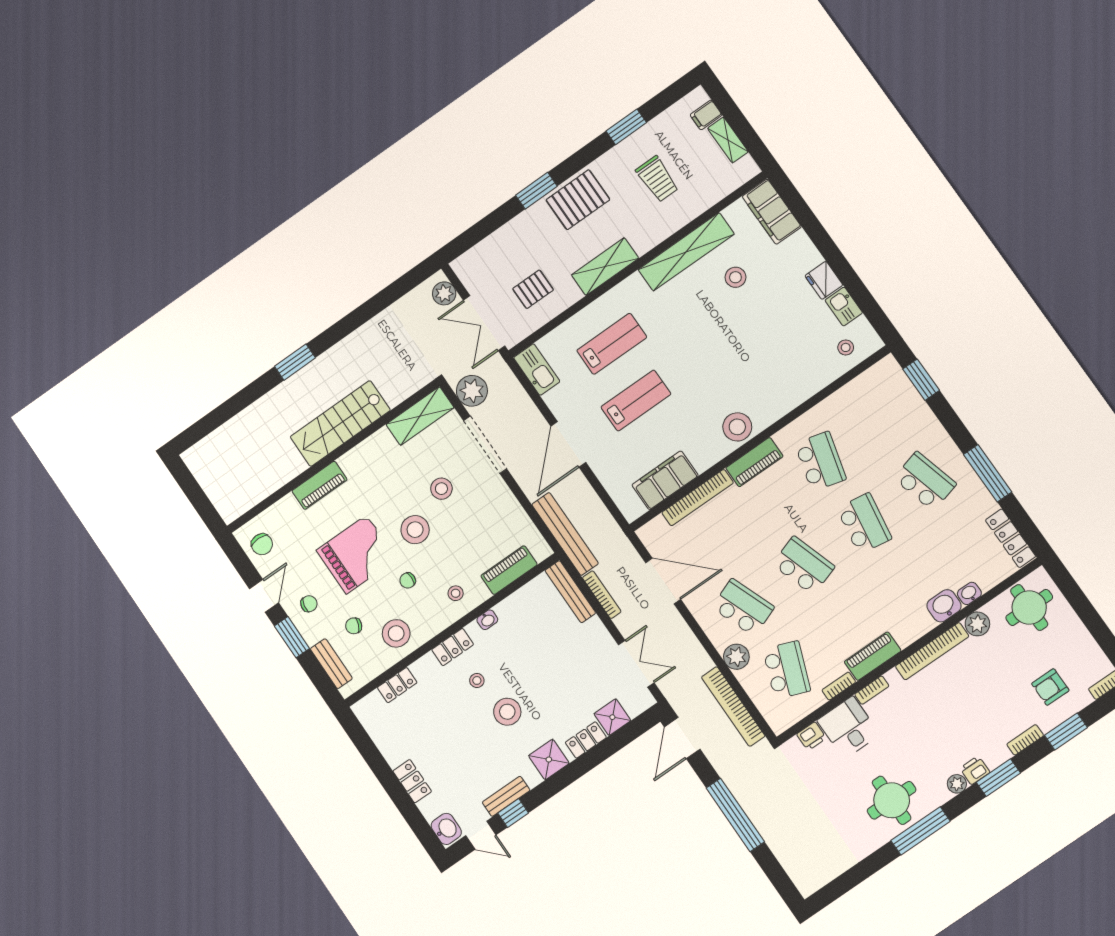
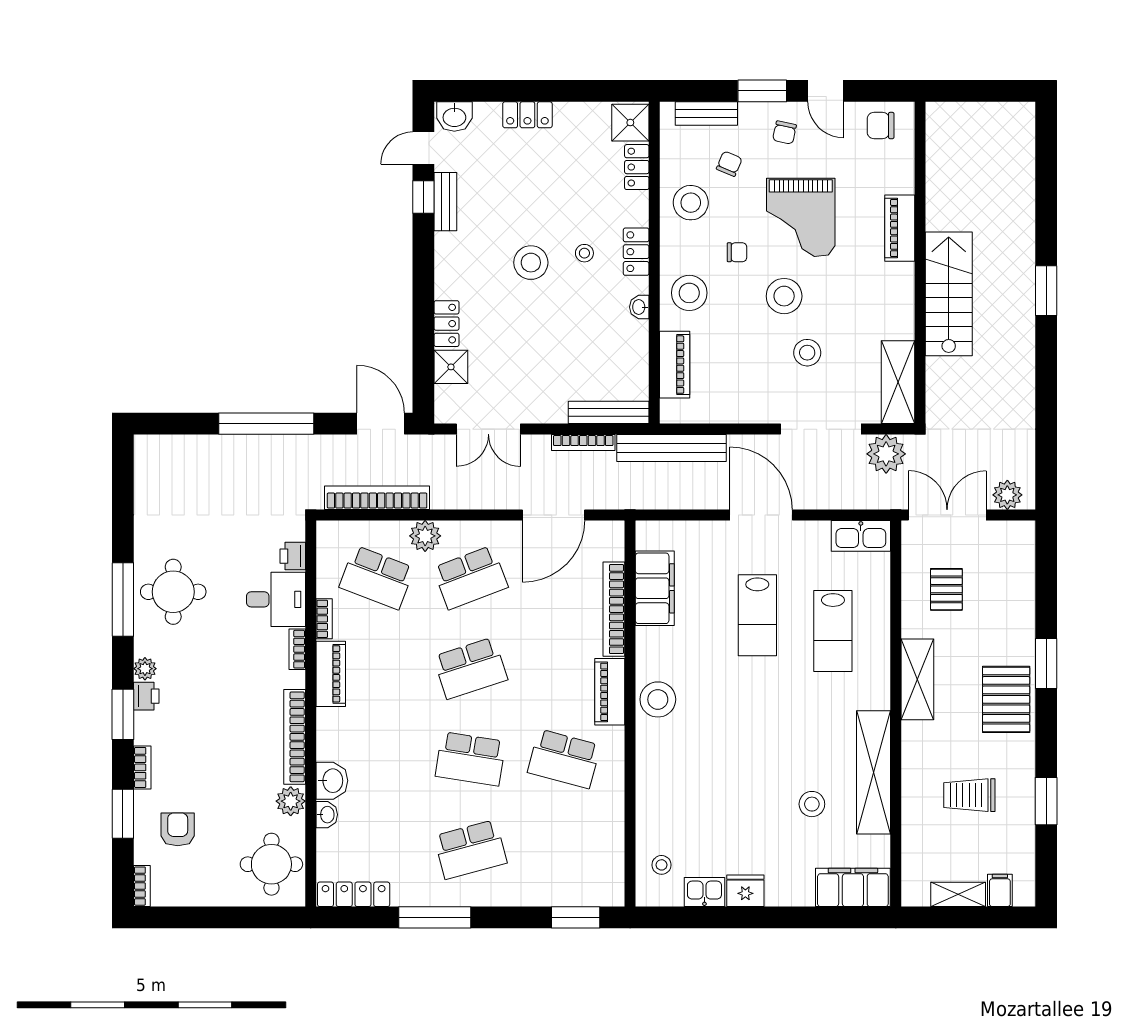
chair: (408, 580) -> (737, 252), turned 90
stool: (456, 593) -> (689, 293), width x1.89, depth x1.89
shower: (549, 759) -> (630, 123), moved

